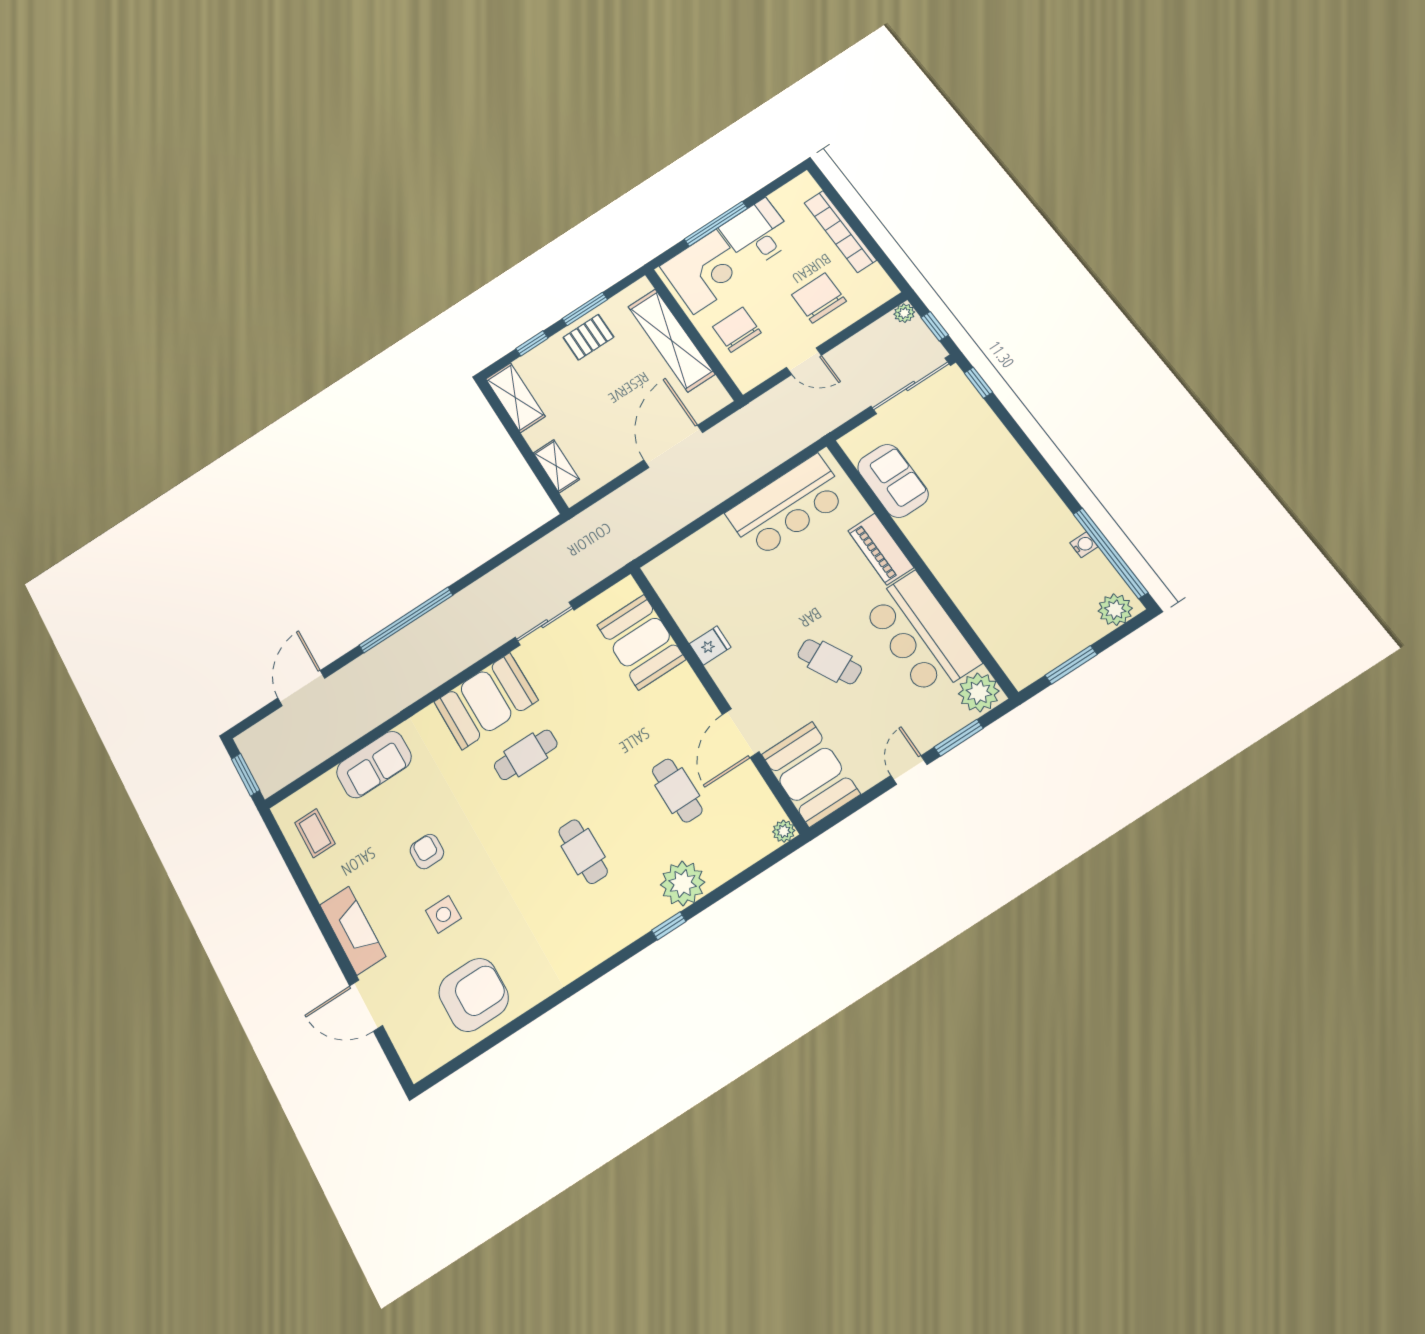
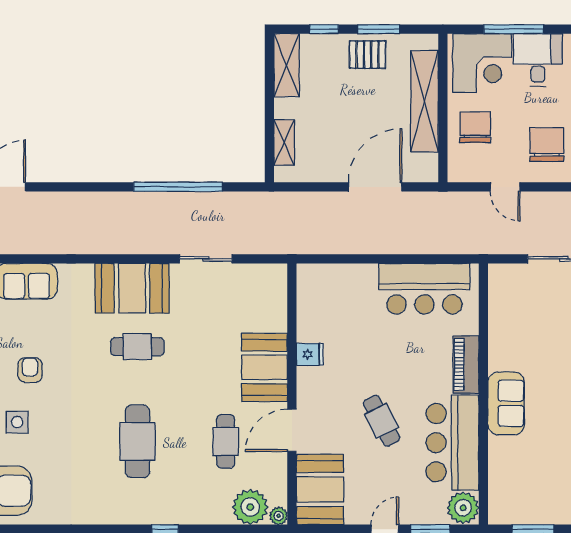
sofa: (893, 481) -> (506, 403), moved
window: (406, 620) -> (178, 187), moved
booth: (641, 642) -> (265, 367), moved
cafe table: (583, 852) -> (137, 441), width x1.37, depth x1.35
plant: (683, 883) -> (250, 507), moved

